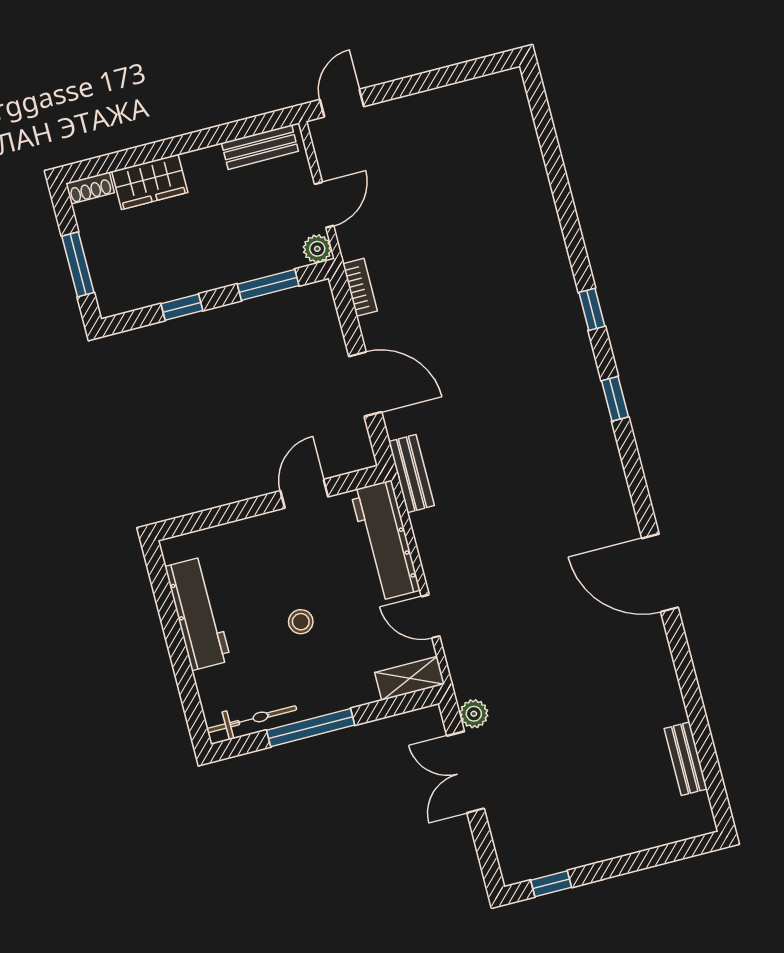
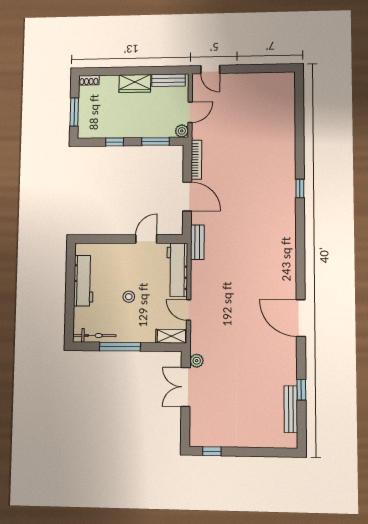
door: (342, 103) -> (210, 69), swing flipped
wardrobe: (150, 182) -> (135, 83), moved
bookcase: (360, 287) -> (196, 160), width x1.56
window: (615, 399) -> (301, 390), moved
bench: (686, 759) -> (291, 409), width x1.36

